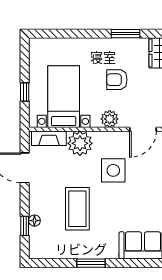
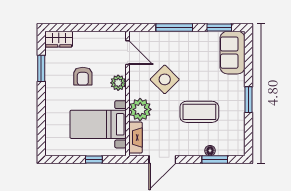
side table: (113, 170) -> (165, 79), turned 45
window: (25, 226) -> (215, 159), width x1.50

